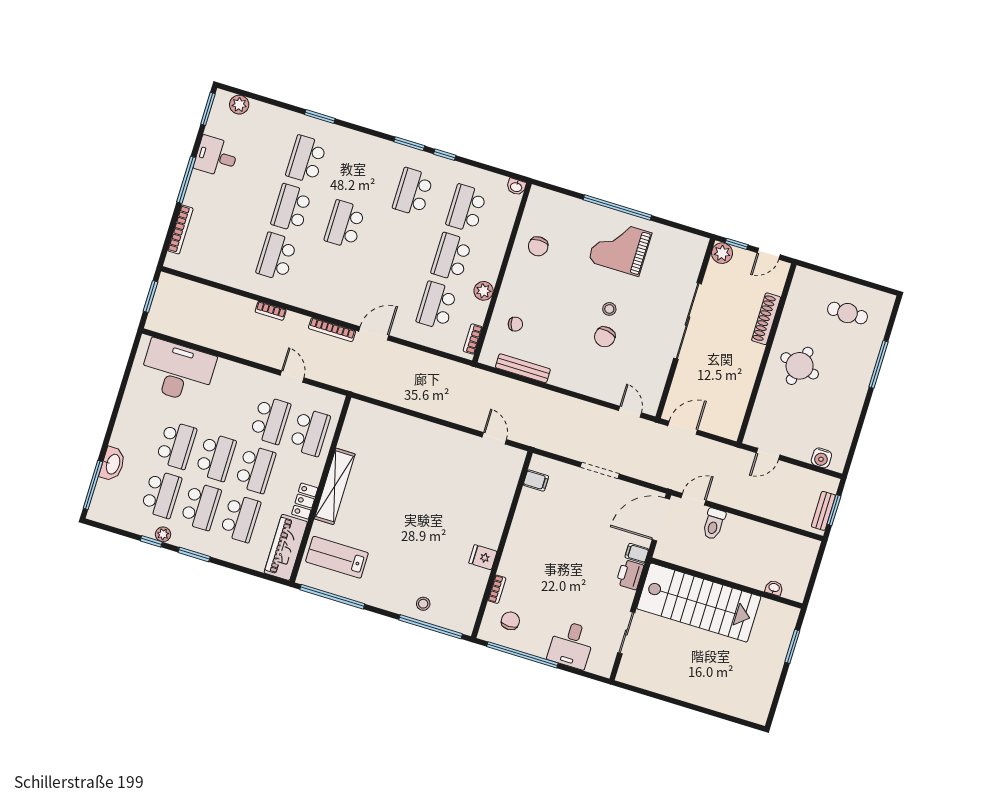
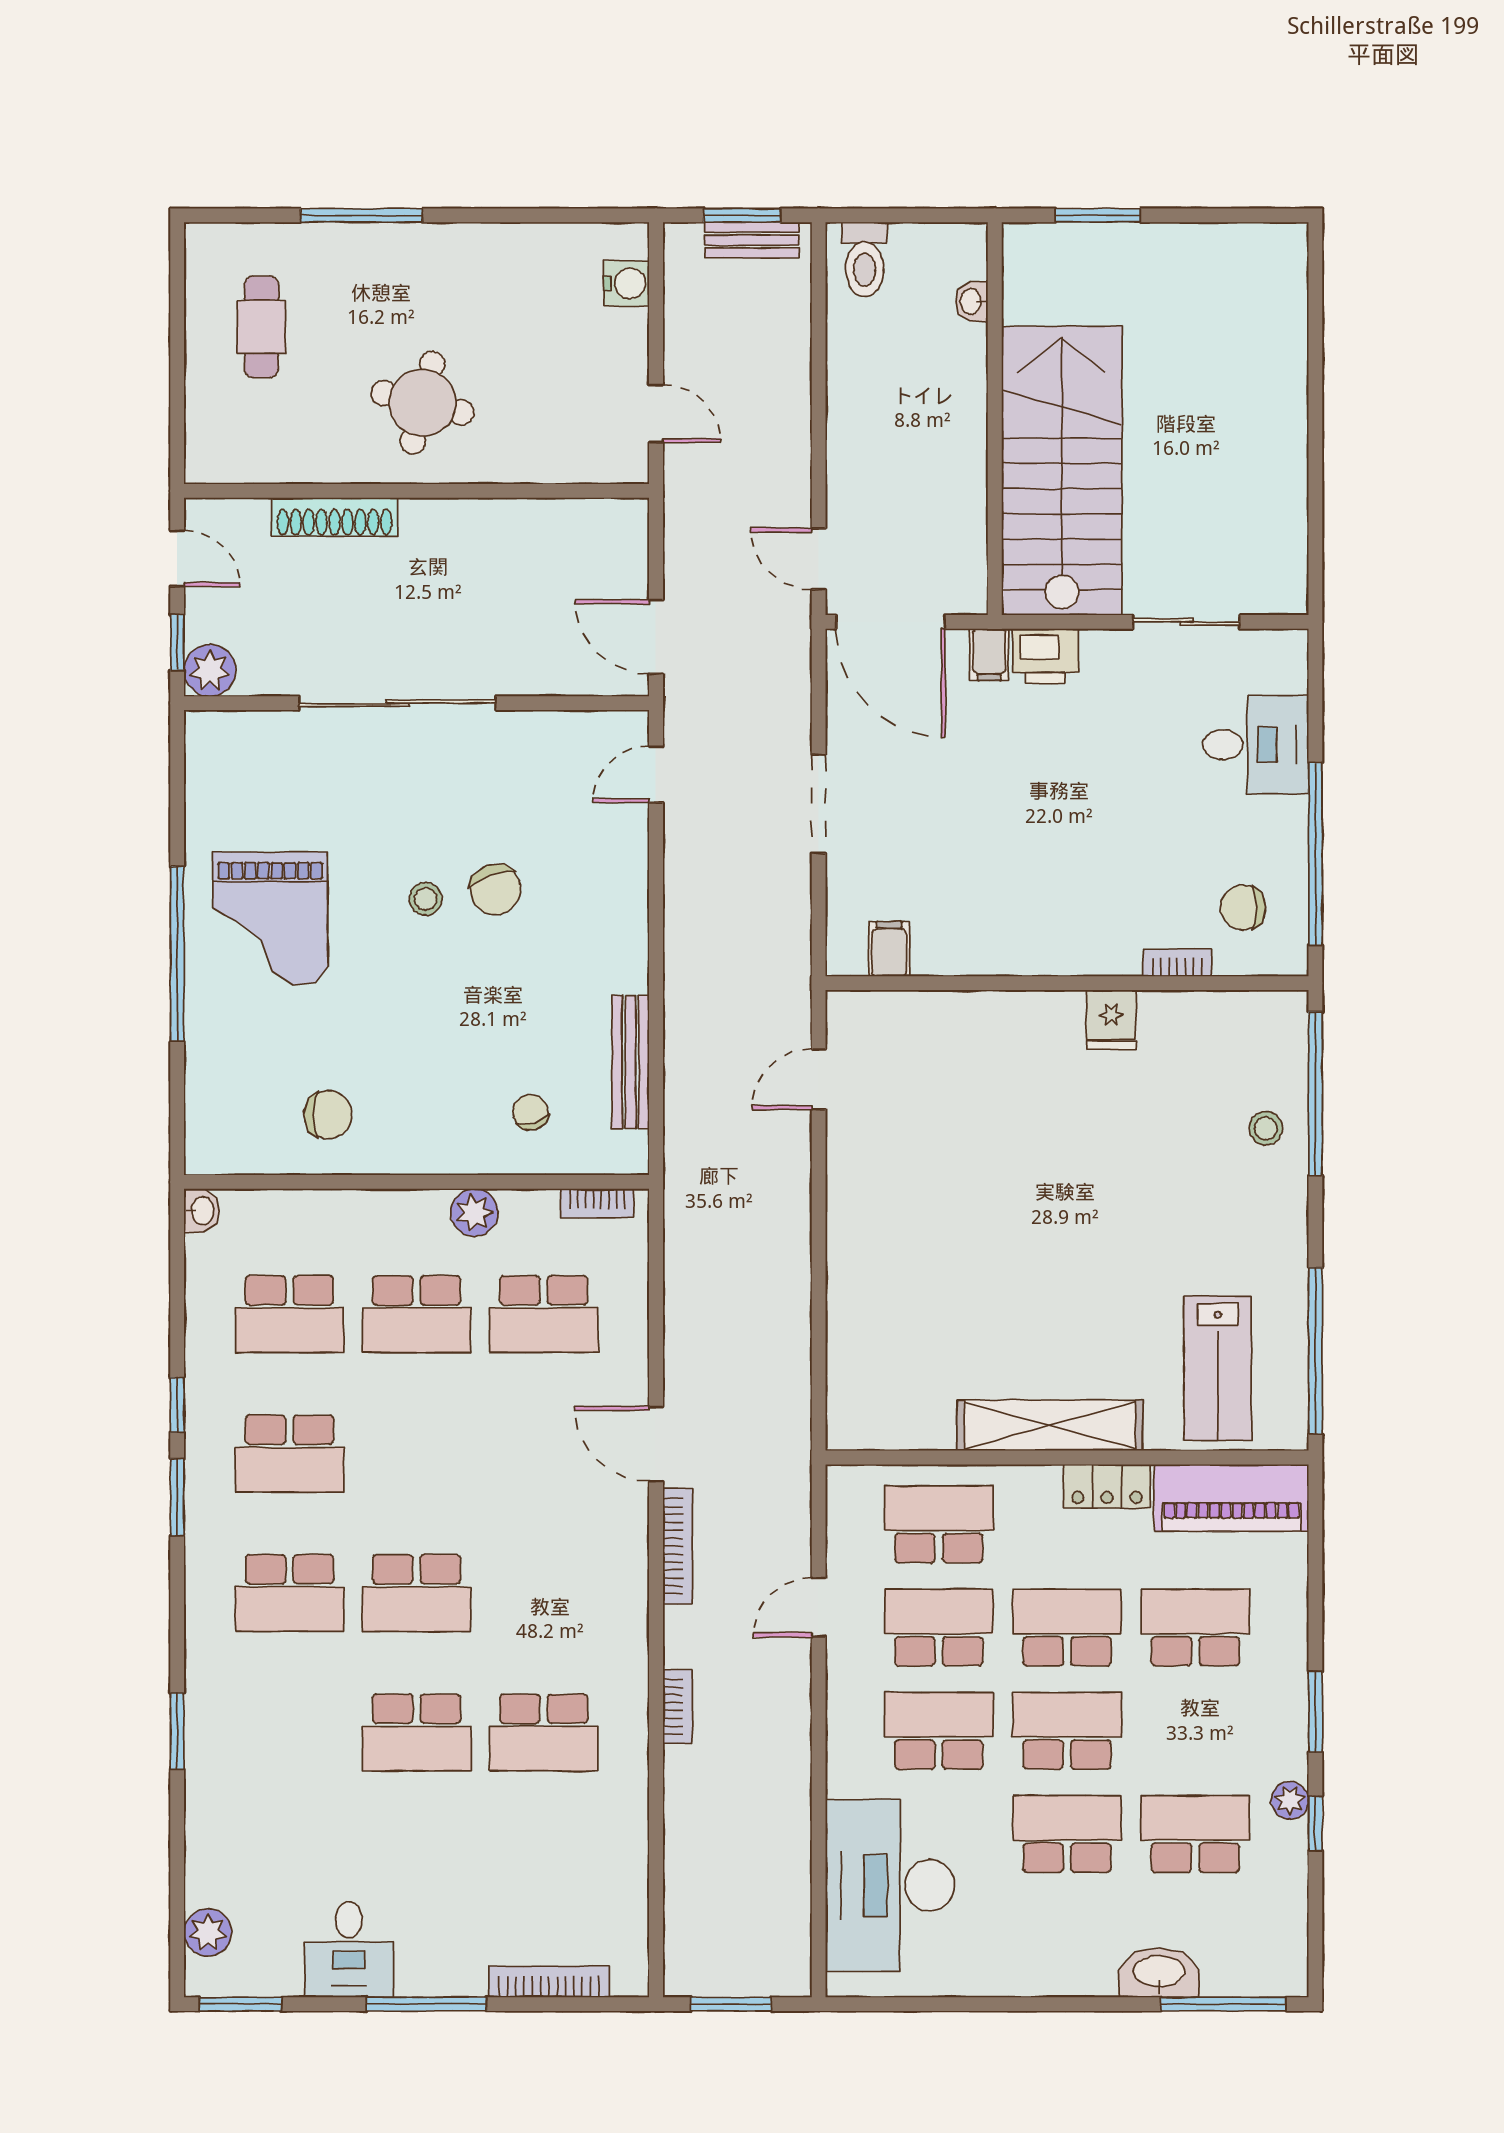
school desk: (306, 159) -> (290, 1593), moved
chair: (605, 337) -> (496, 889), turned 60
school desk: (201, 506) -> (939, 1731), moved
toilet: (714, 524) -> (865, 259), moved, turned 90

